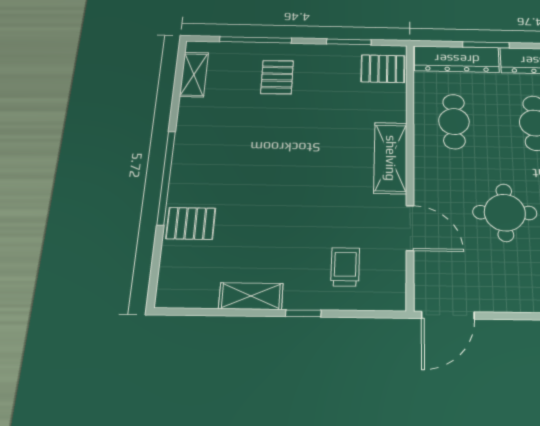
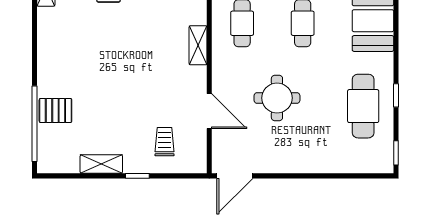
shelving: (391, 158) -> (198, 45), width x0.67, depth x0.75
window: (166, 177) -> (35, 124), moved

